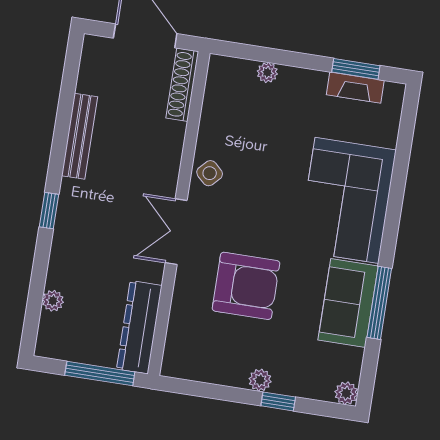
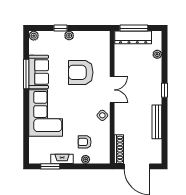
fireplace: (355, 88) -> (62, 159), moved
armchair: (263, 115) -> (85, 142), added
dresser: (139, 327) -> (133, 37), moved, turned 90

